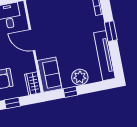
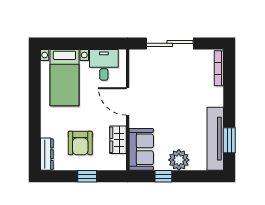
window: (111, 31) -> (229, 140), moved
wardrobe: (33, 83) -> (118, 140), moved

